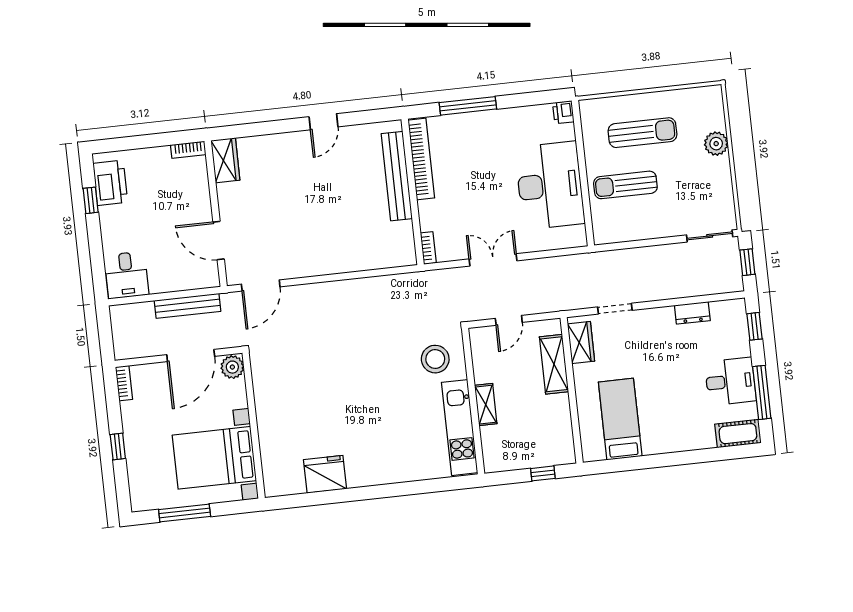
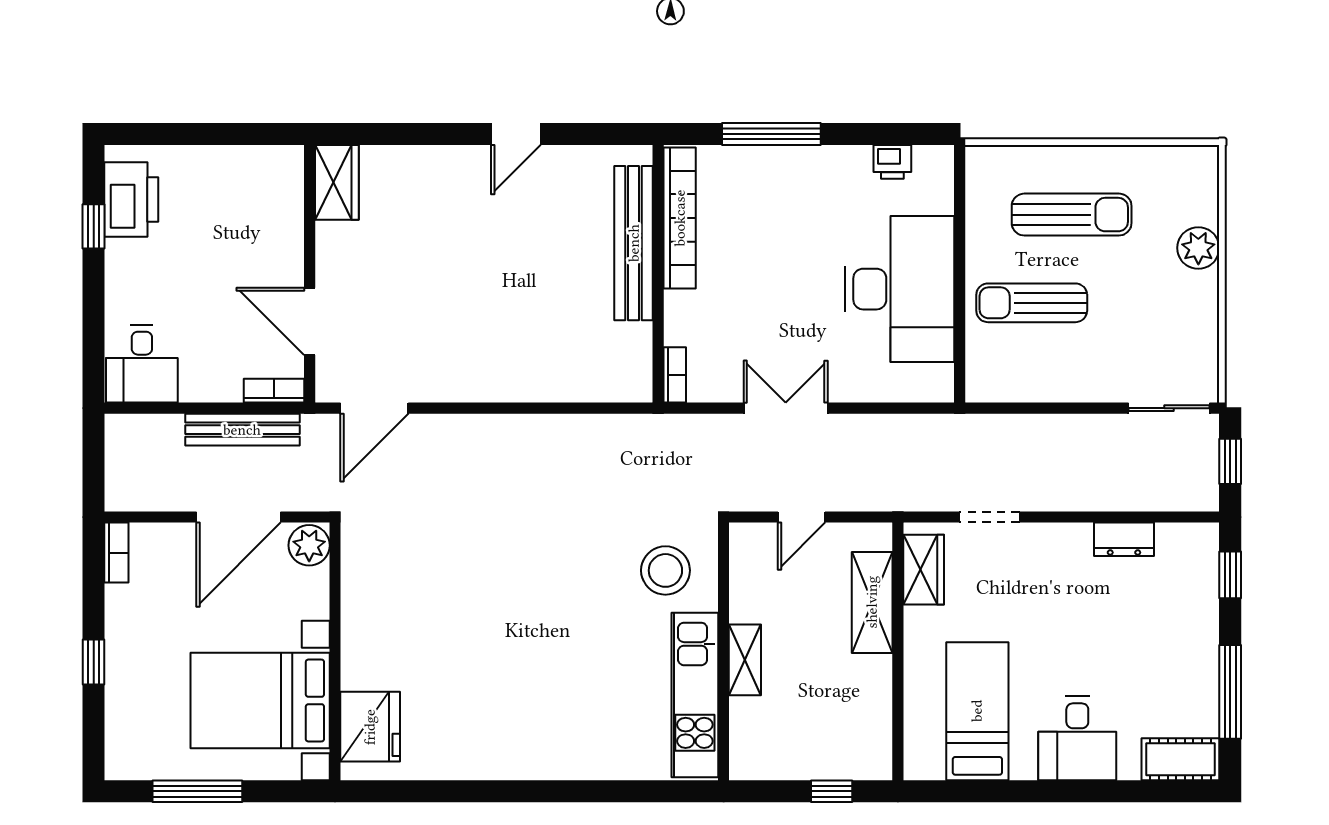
printer: (563, 112) -> (892, 162), moved, turned -90
bookcase: (188, 150) -> (274, 391), moved, turned 180
desk: (730, 381) -> (1077, 738), moved, turned 90
fridge: (325, 474) -> (370, 727), moved, turned 90

